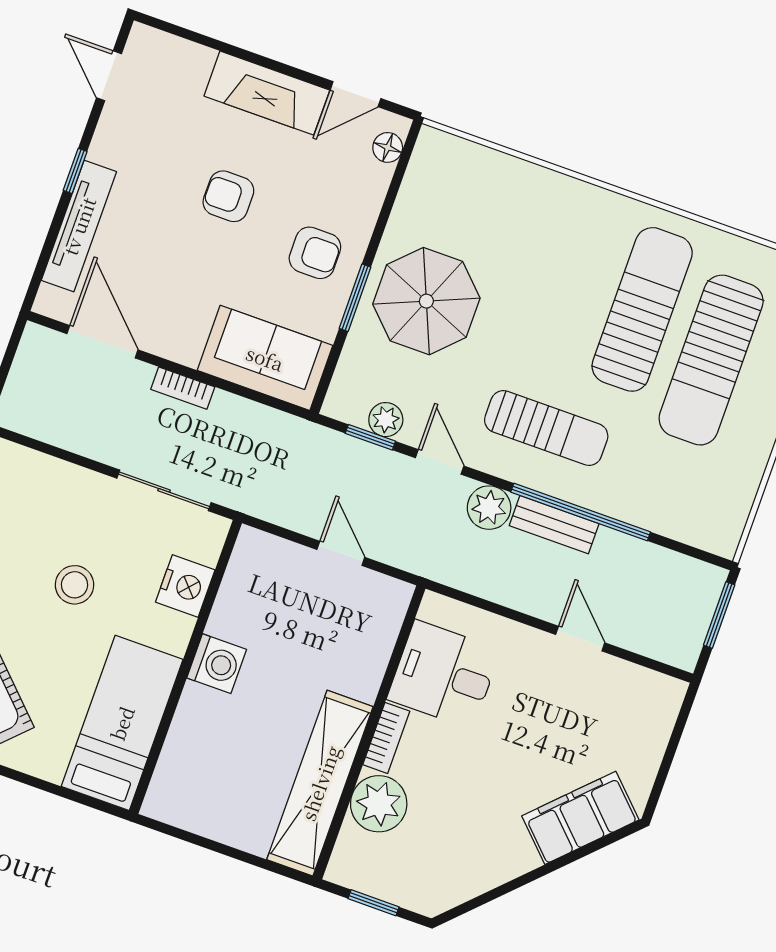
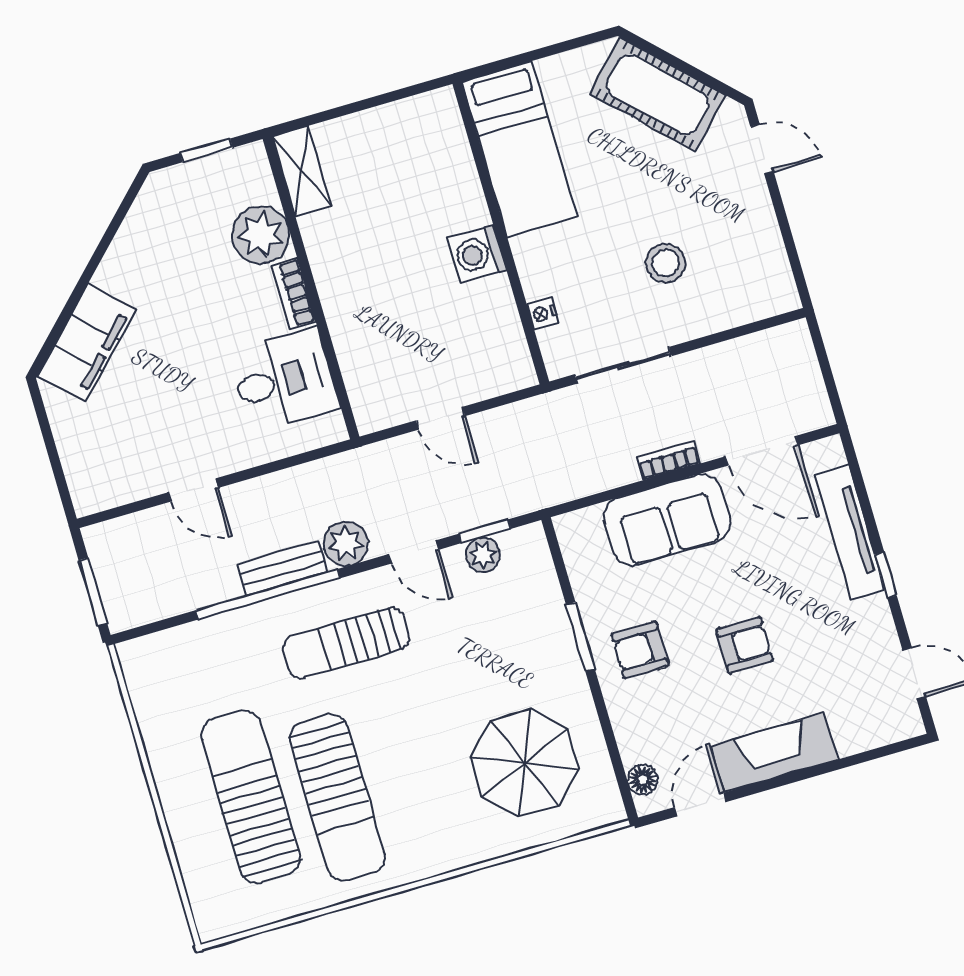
parasol: (426, 301) -> (525, 763), moved
sofa: (265, 358) -> (667, 520), moved
stool: (75, 585) -> (666, 263), moved
nightstand: (185, 586) -> (543, 314), width x0.53, depth x0.56
shelving: (320, 783) -> (302, 171), width x0.45, depth x0.75

